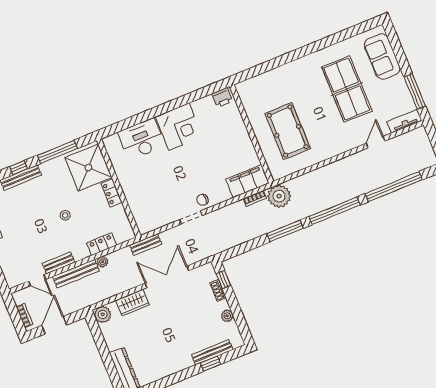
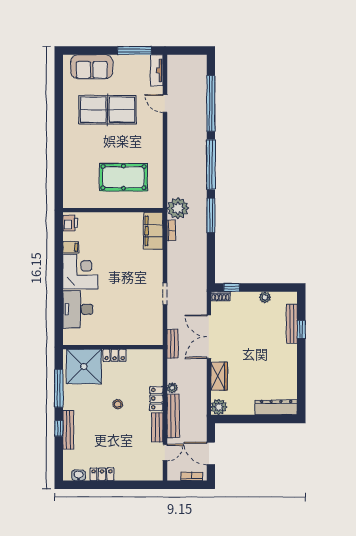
filing cabinet: (199, 108) -> (71, 247), added
chair: (202, 200) -> (154, 277), removed
locker: (102, 244) -> (156, 399), moved
shoe rack: (218, 291) -> (220, 296), moved

